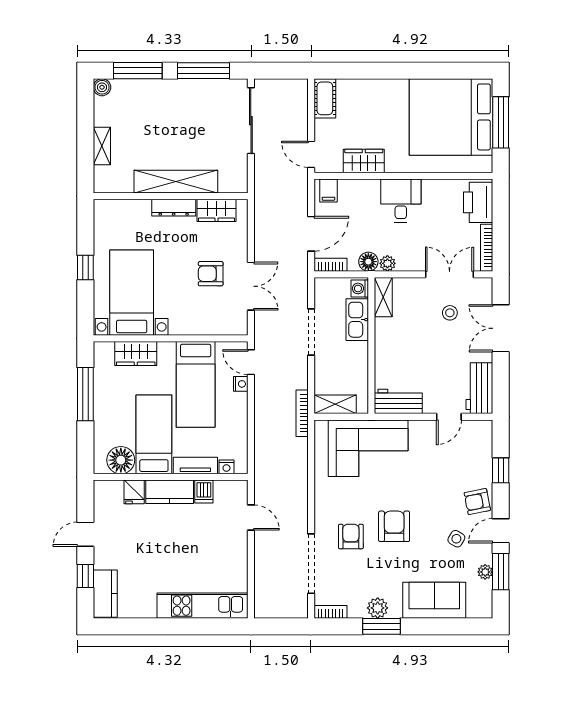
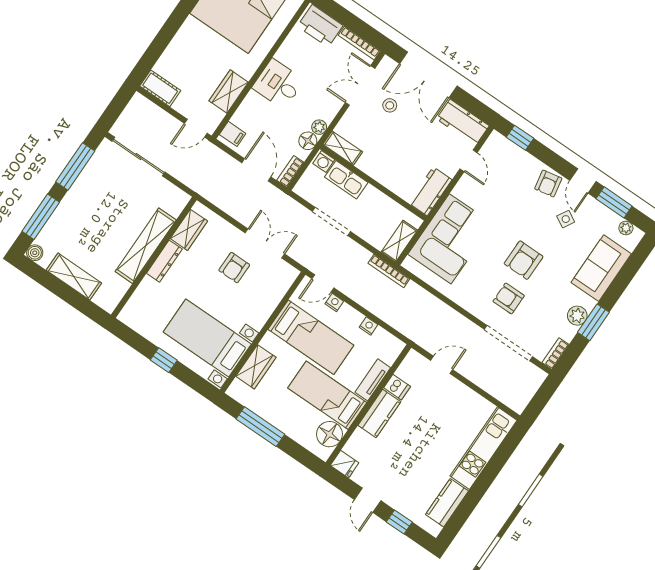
shelving: (102, 146) -> (74, 277), width x1.50, depth x1.33
double door: (501, 328) -> (428, 75), width x1.37
nightstand: (226, 467) -> (369, 326), moved, turned -90
window: (501, 470) -> (520, 138), moved
fridge: (134, 492) -> (345, 464), moved
armchair: (394, 526) -> (524, 260), turned -90
plant: (485, 572) -> (626, 228), moved
kitchen counter: (105, 594) -> (447, 503), moved, turned -90

